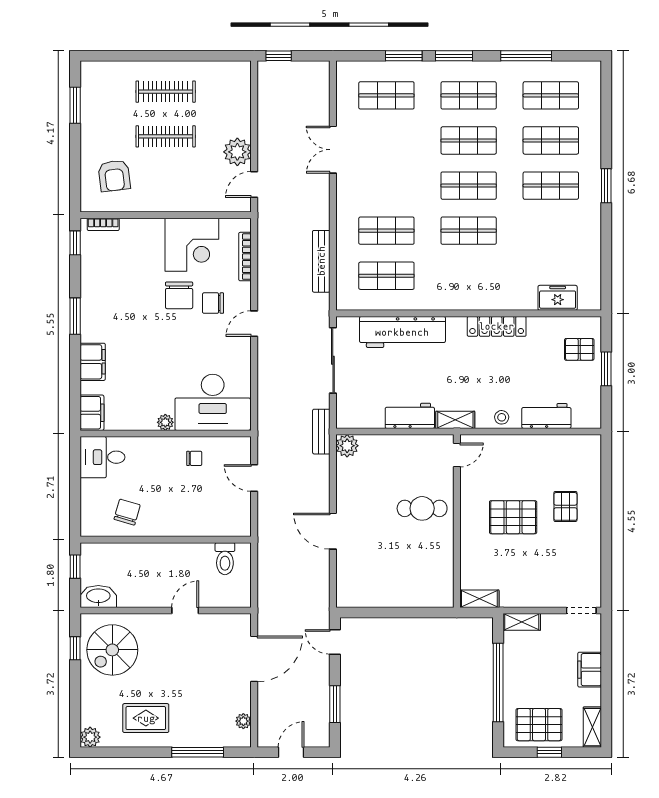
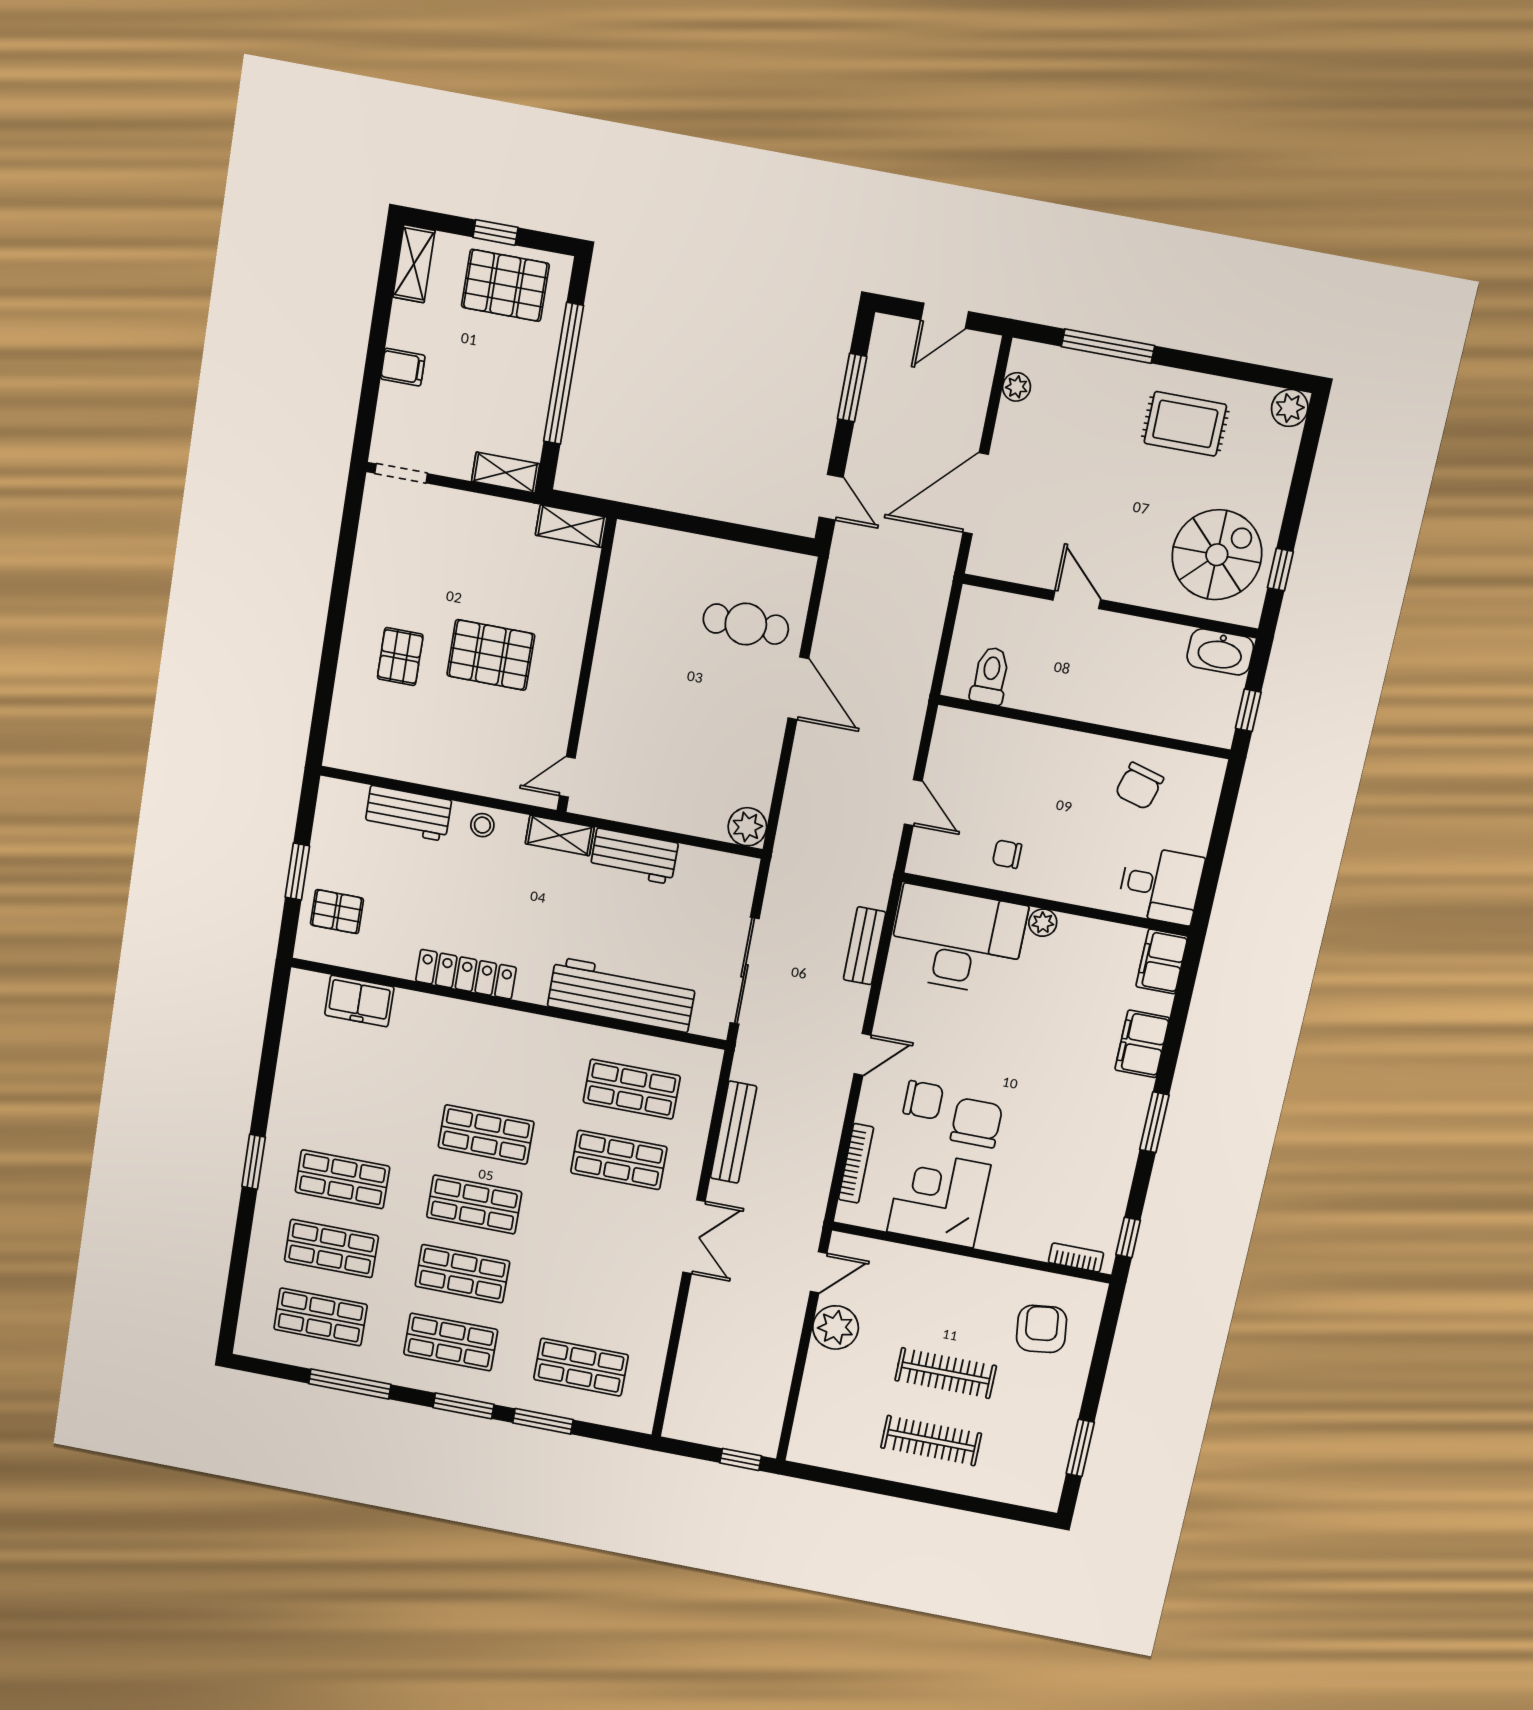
double door: (333, 150) -> (694, 1237), moved
bench: (321, 432) -> (865, 946), moved
cafe table: (422, 508) -> (746, 624), moved
door: (185, 611) -> (1077, 600), swing flipped
filing cabinet: (590, 670) -> (403, 367), width x0.50

